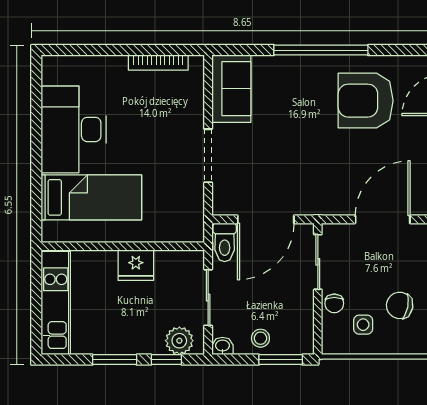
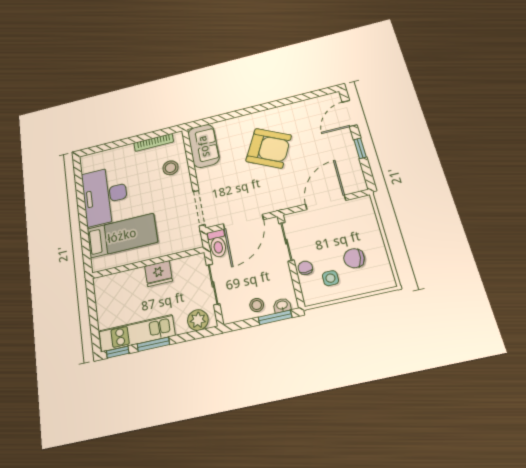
window: (321, 50) -> (257, 109), removed
armchair: (366, 101) -> (269, 148), moved, turned -153
stool: (177, 111) -> (170, 168), added
doorway: (208, 156) -> (199, 208), moved
kitchen unit: (56, 303) -> (137, 333), moved, turned -90
chair: (334, 303) -> (305, 268), turned 180
washbasin: (222, 346) -> (282, 305), moved
window: (166, 360) -> (118, 352), moved

